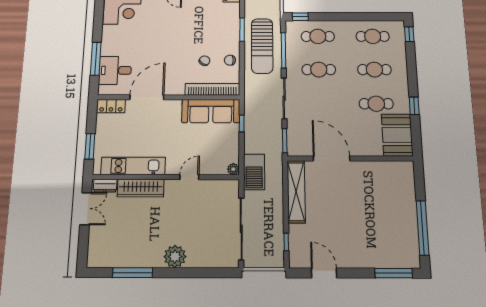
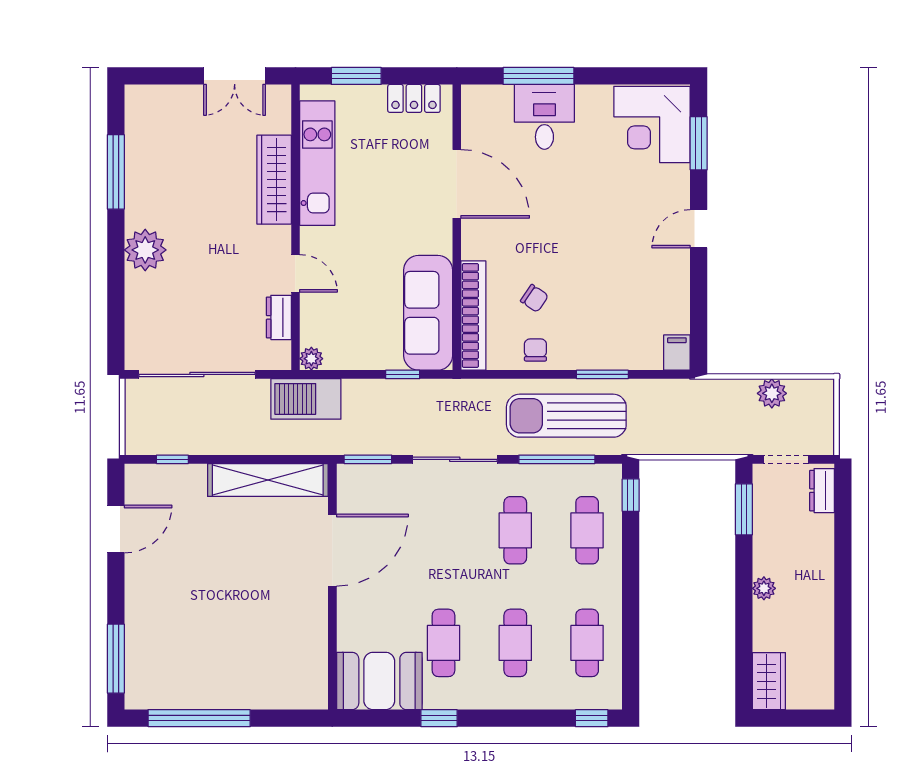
desk: (115, 70) -> (544, 117), moved
locker: (111, 106) -> (414, 98), moved, turned -90
dresser: (105, 186) -> (279, 317), moved

